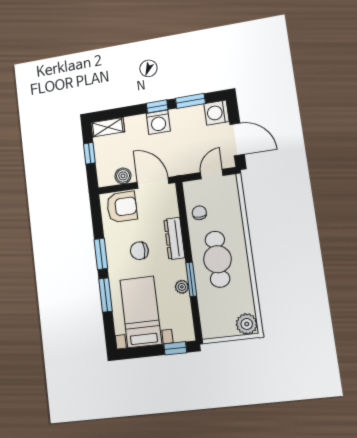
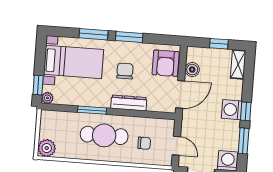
chair: (199, 213) -> (144, 143), moved
plant: (182, 287) -> (47, 98), moved

